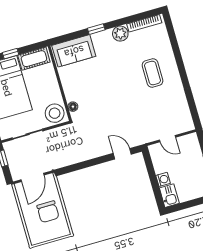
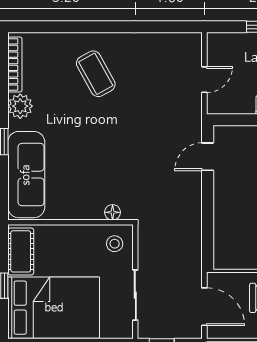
sofa: (74, 51) -> (26, 175), width x1.36
coffee table: (153, 73) -> (96, 74), turned 61
stool: (55, 113) -> (115, 244), width x0.53, depth x0.53

